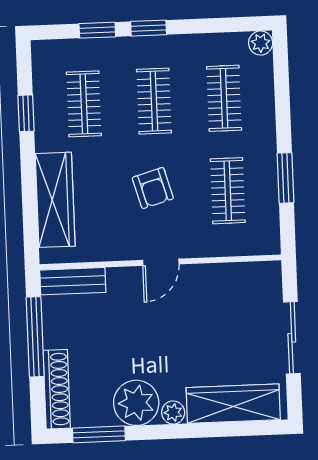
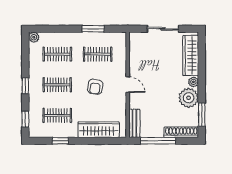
window: (97, 30) -> (25, 119), moved
armchair: (153, 188) -> (95, 87), turned 115

